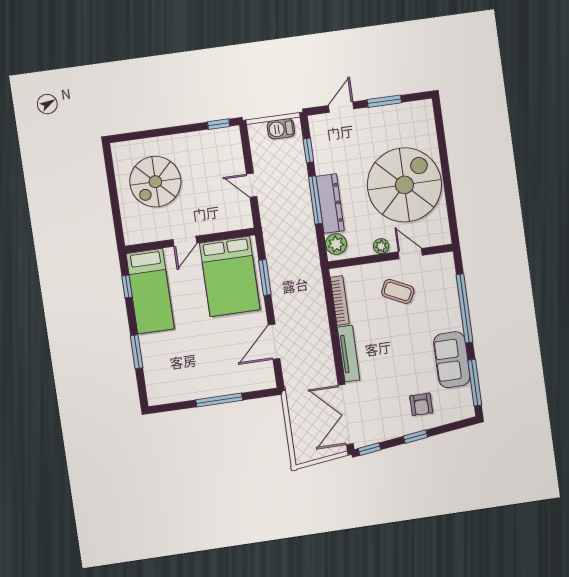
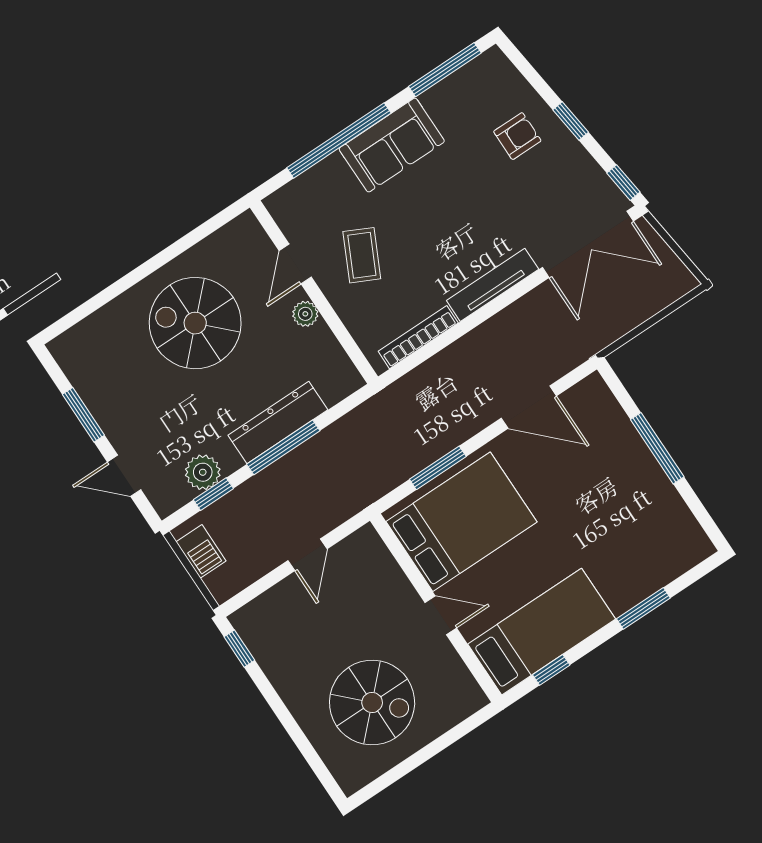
spiral stairs: (404, 185) -> (195, 323), width x0.73, depth x0.73
plant: (336, 244) -> (203, 472), moved
sofa: (452, 360) -> (392, 145), moved

